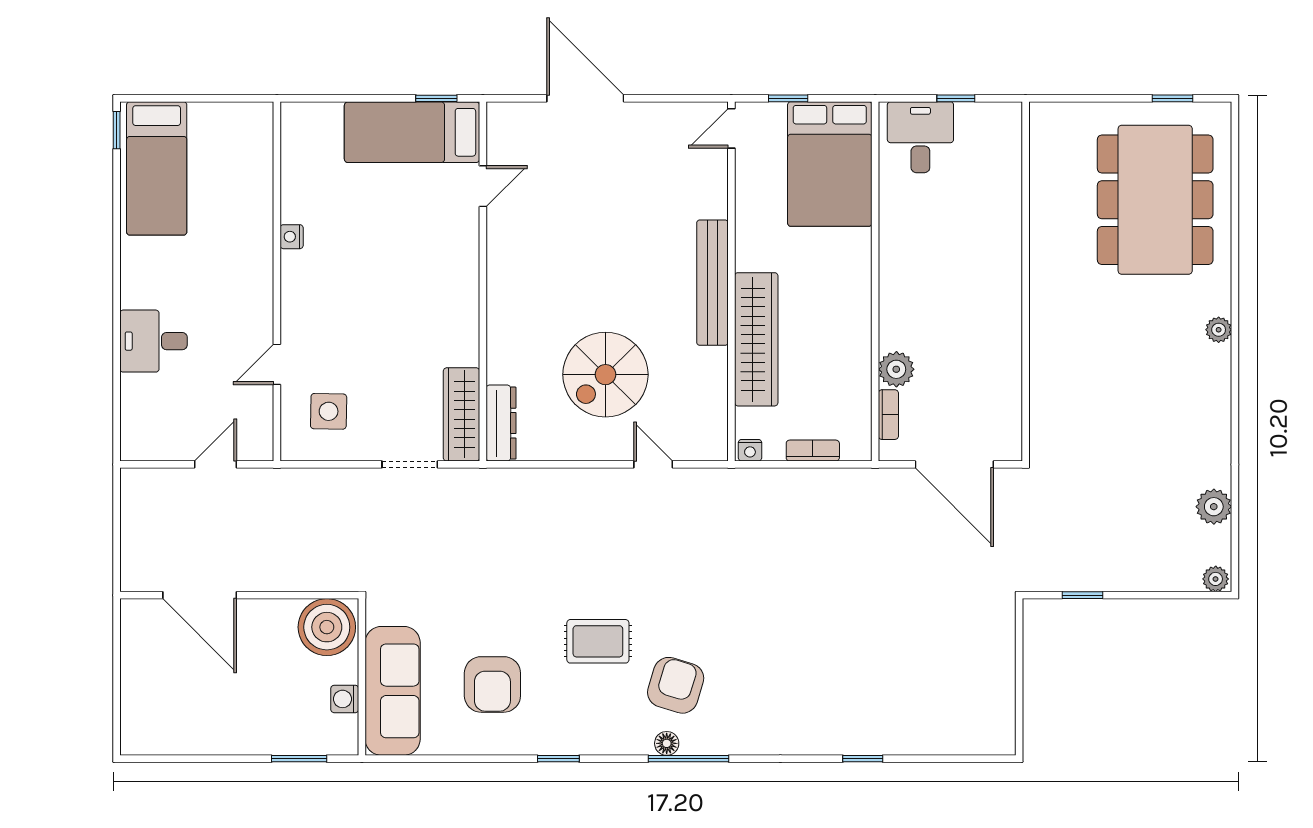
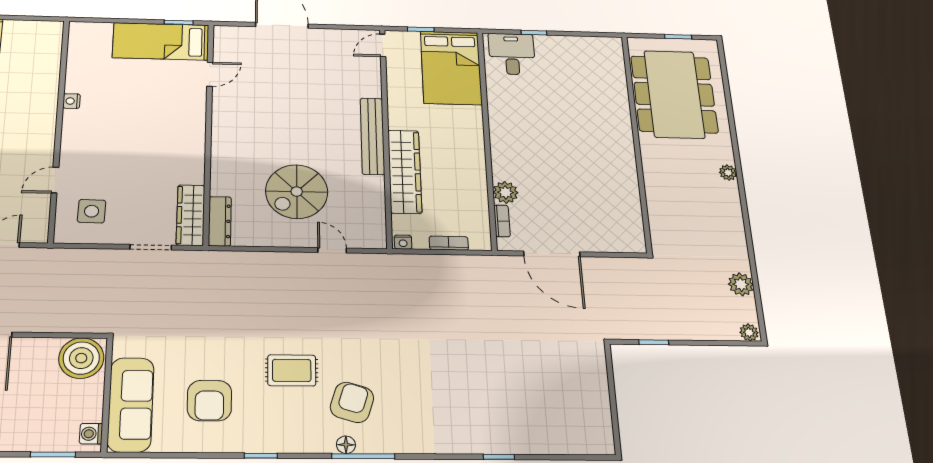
wall: (1026, 281) -> (636, 141), moved
washing machine: (345, 699) -> (91, 434), moved

